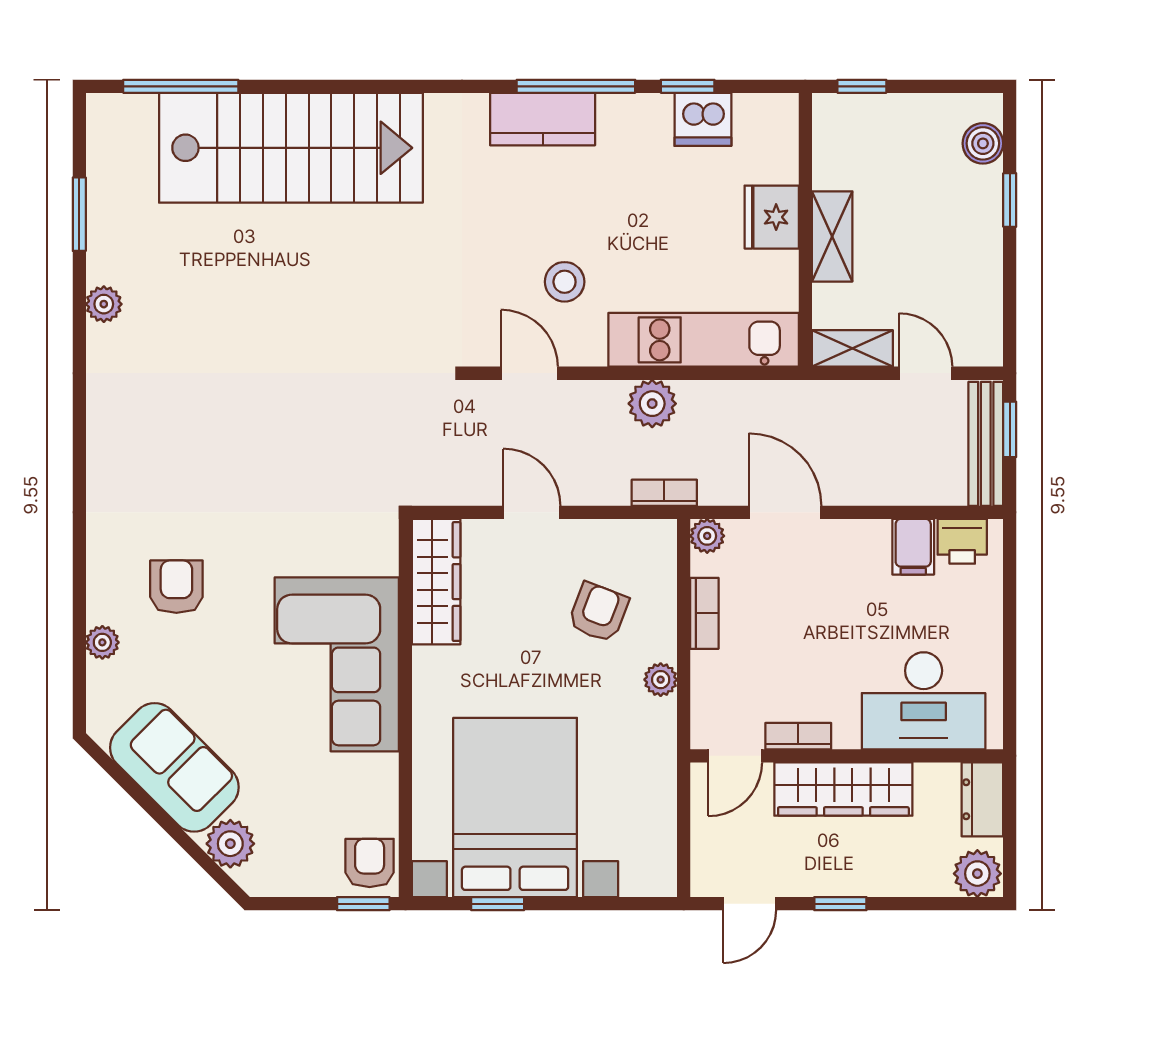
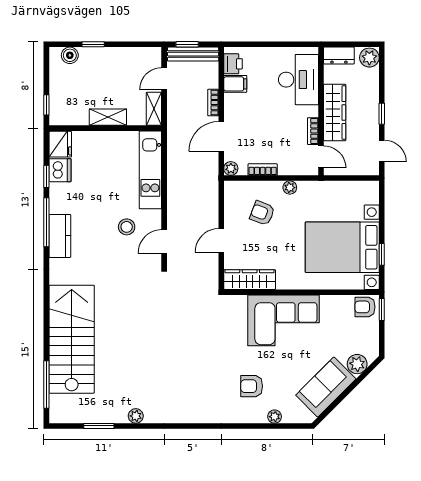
fridge: (772, 217) -> (60, 144), moved, turned -90
plant: (652, 404) -> (177, 191), removed
bookcase: (664, 493) -> (213, 103), moved

